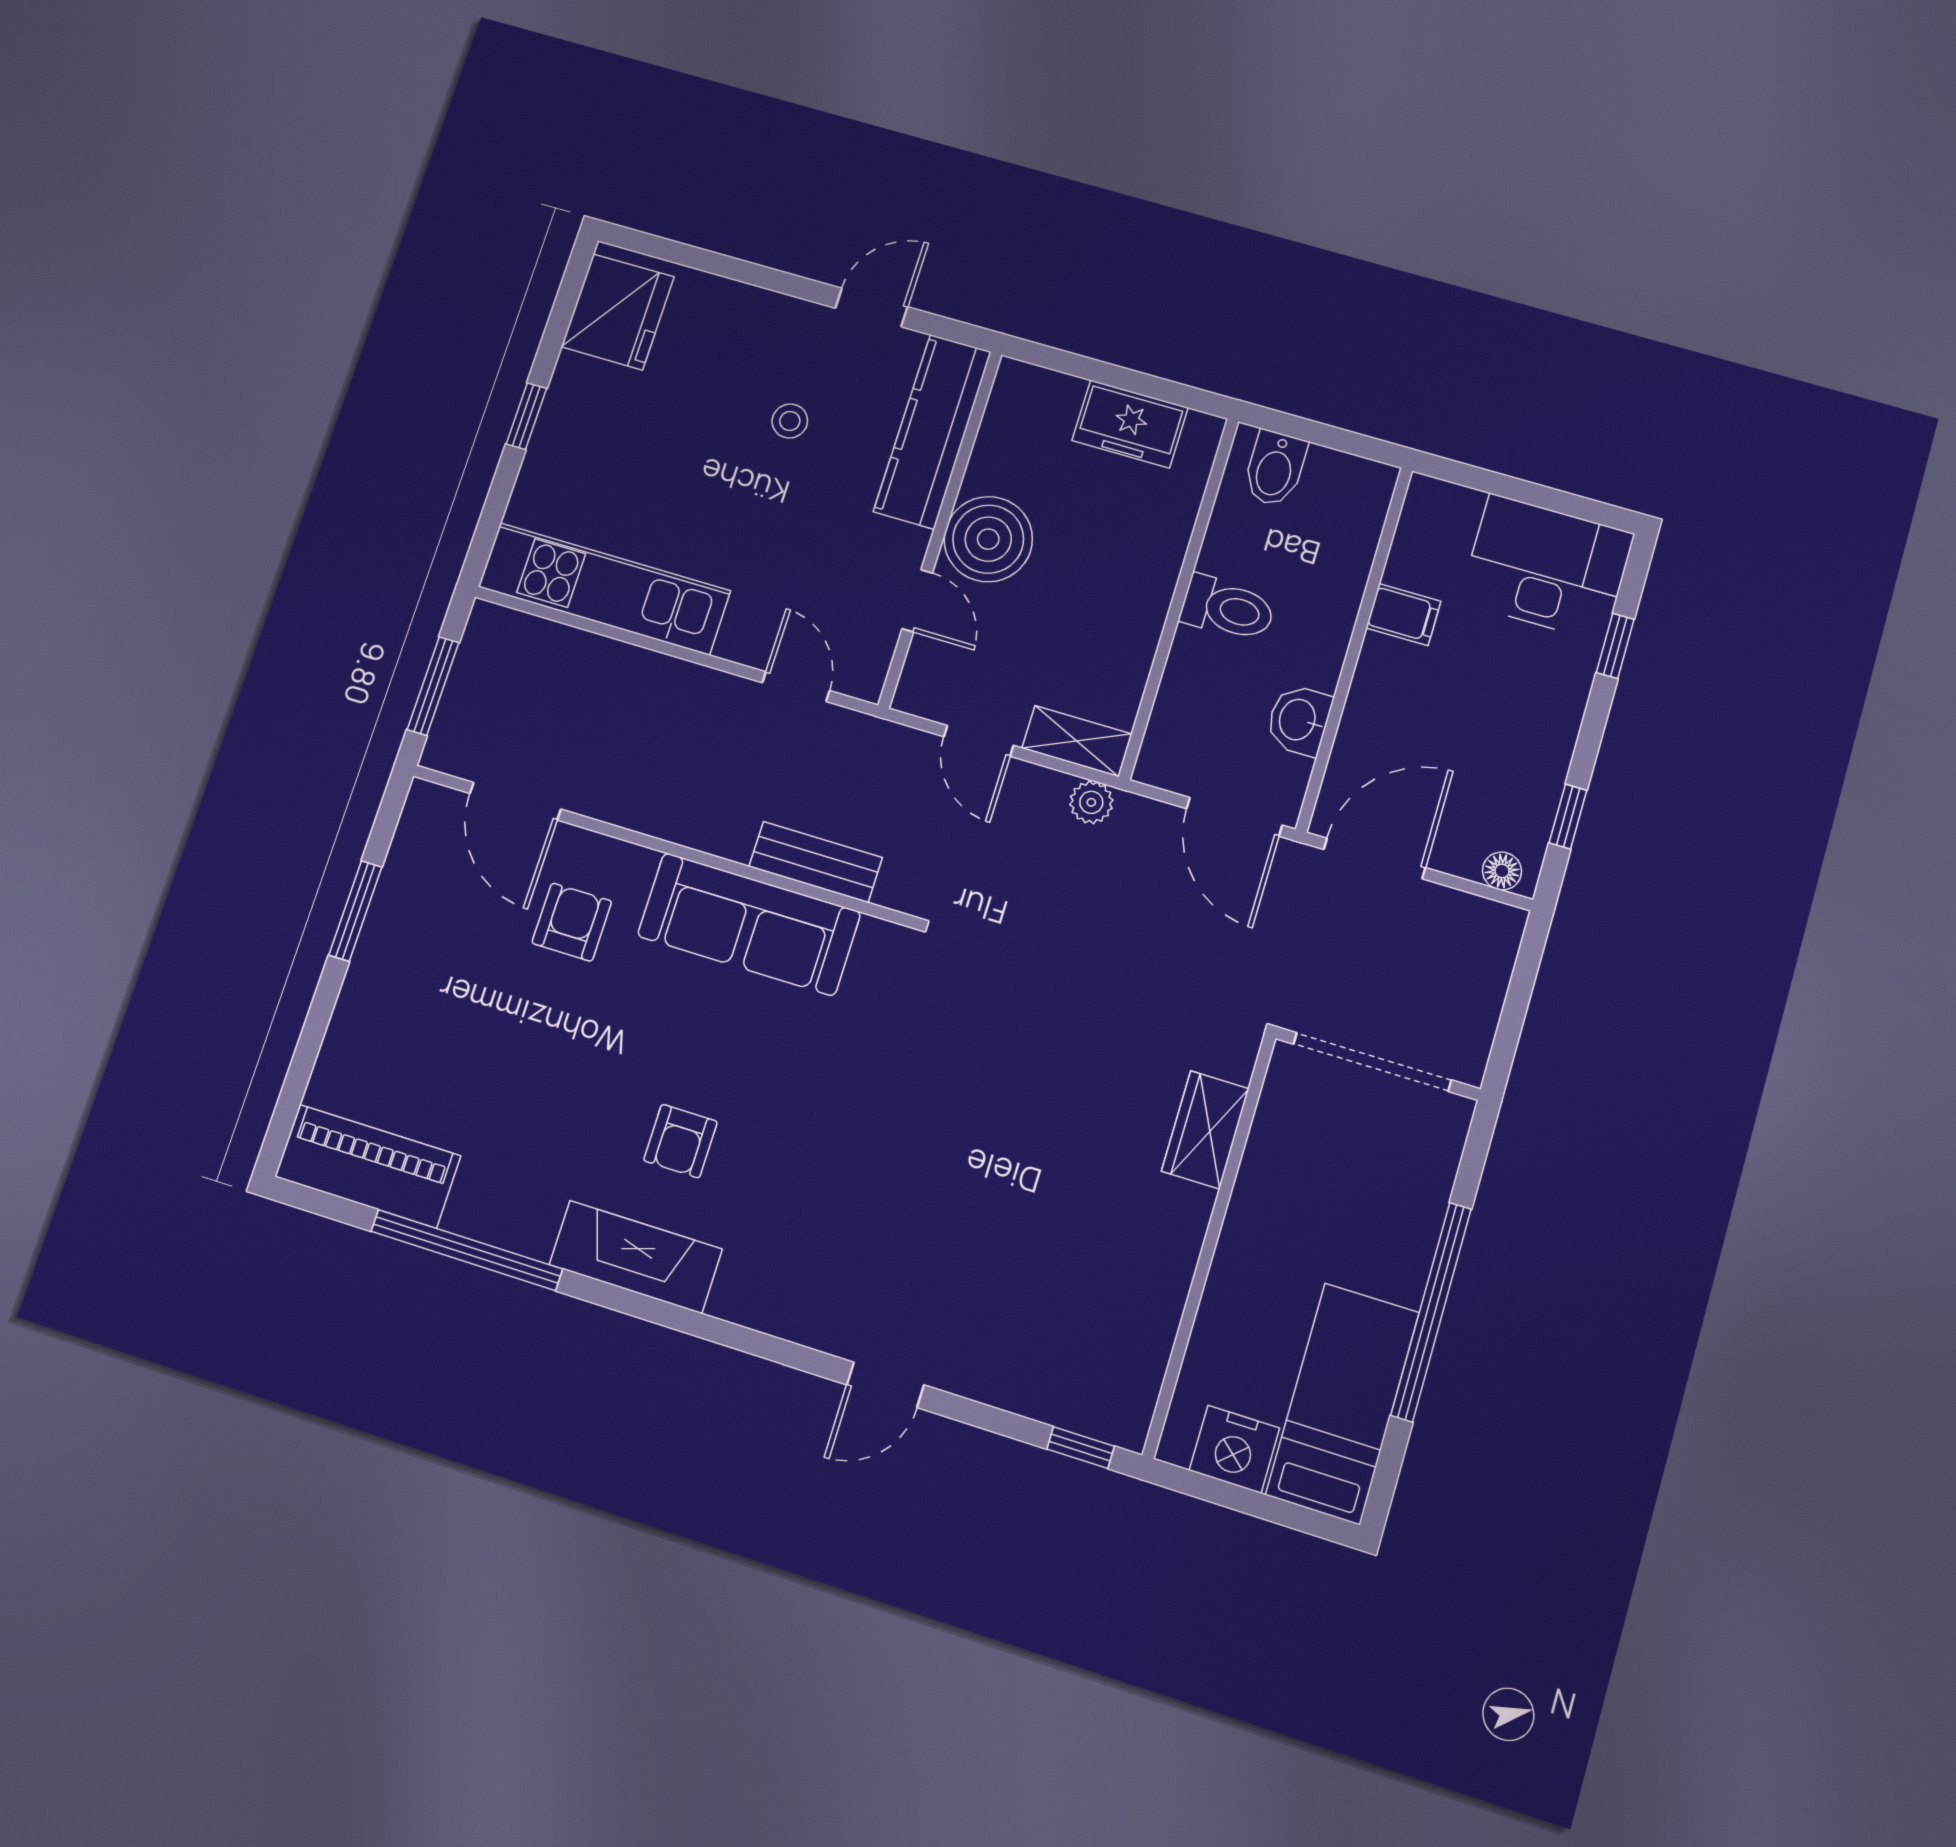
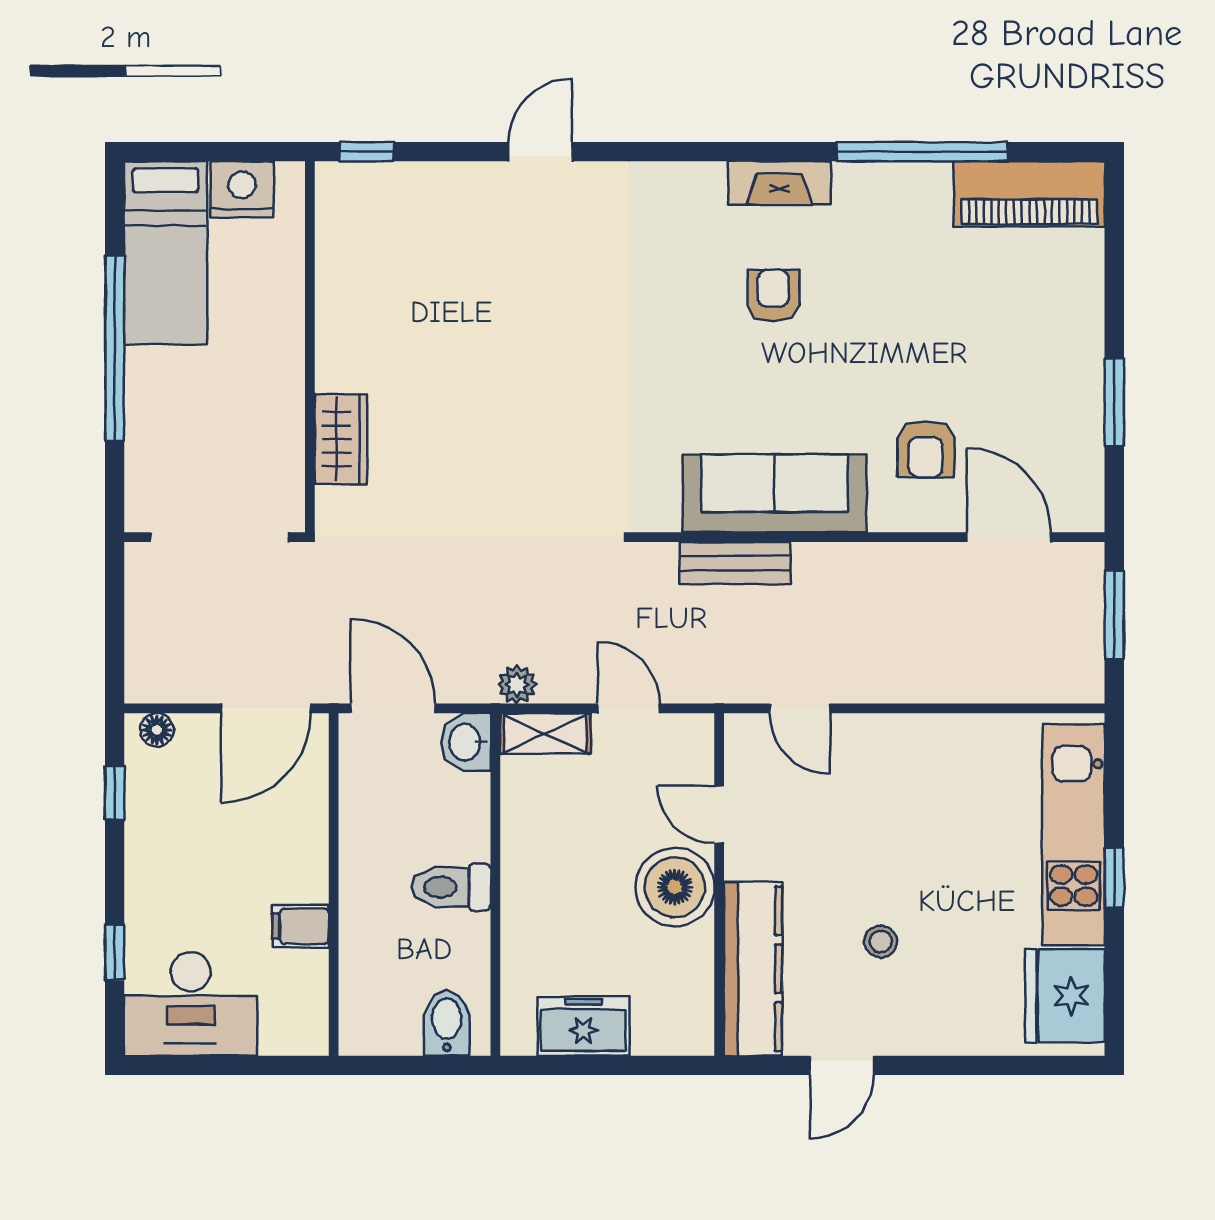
kitchen unit: (604, 589) -> (1074, 835), moved, turned 90
washbasin: (1299, 720) -> (466, 742), moved, turned 180
fireplace: (636, 1257) -> (780, 183), width x0.73, depth x0.76

